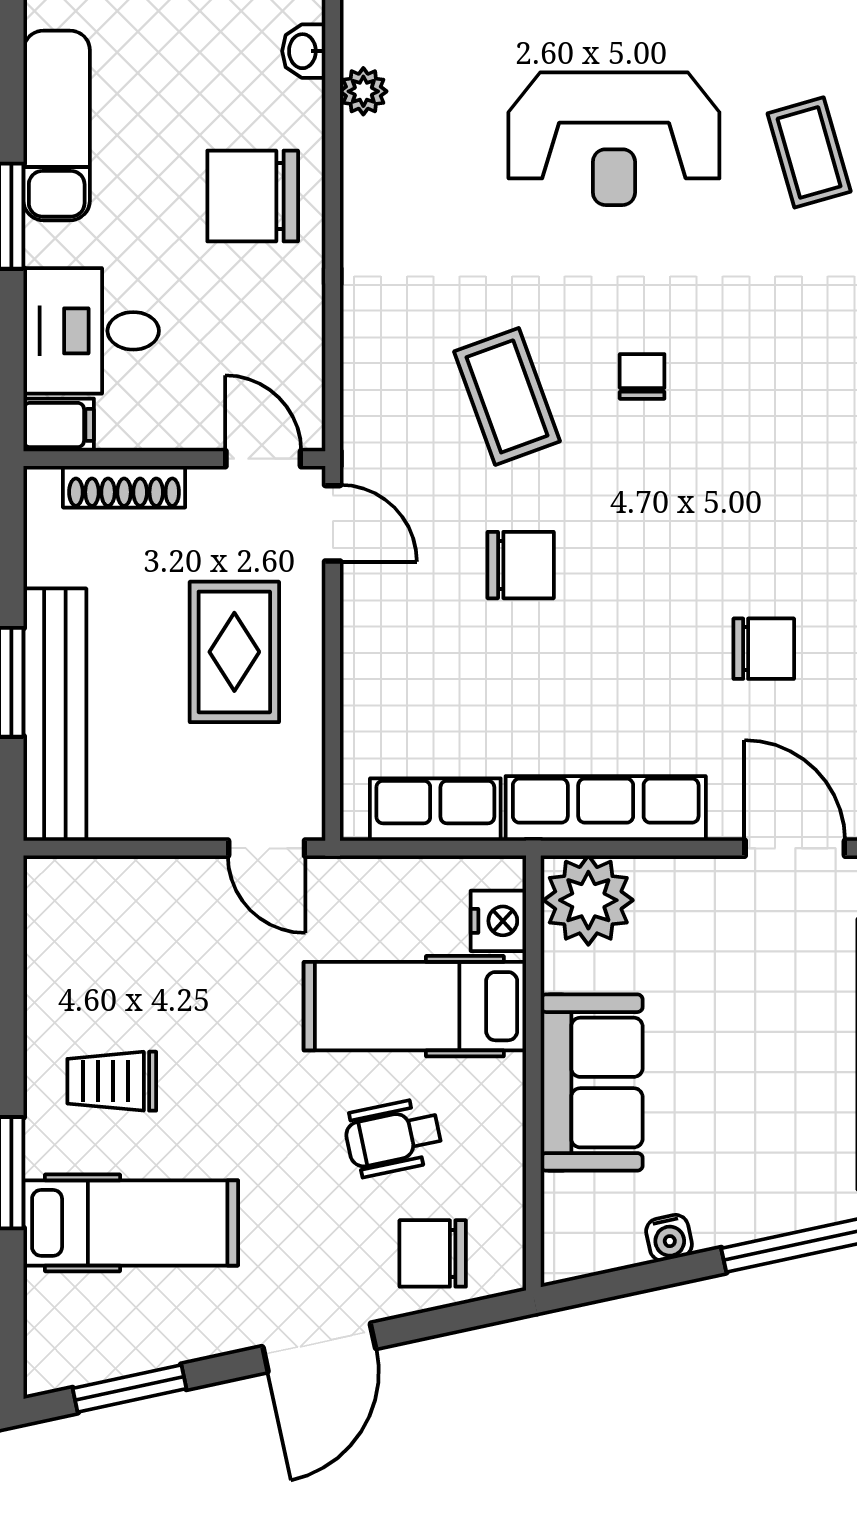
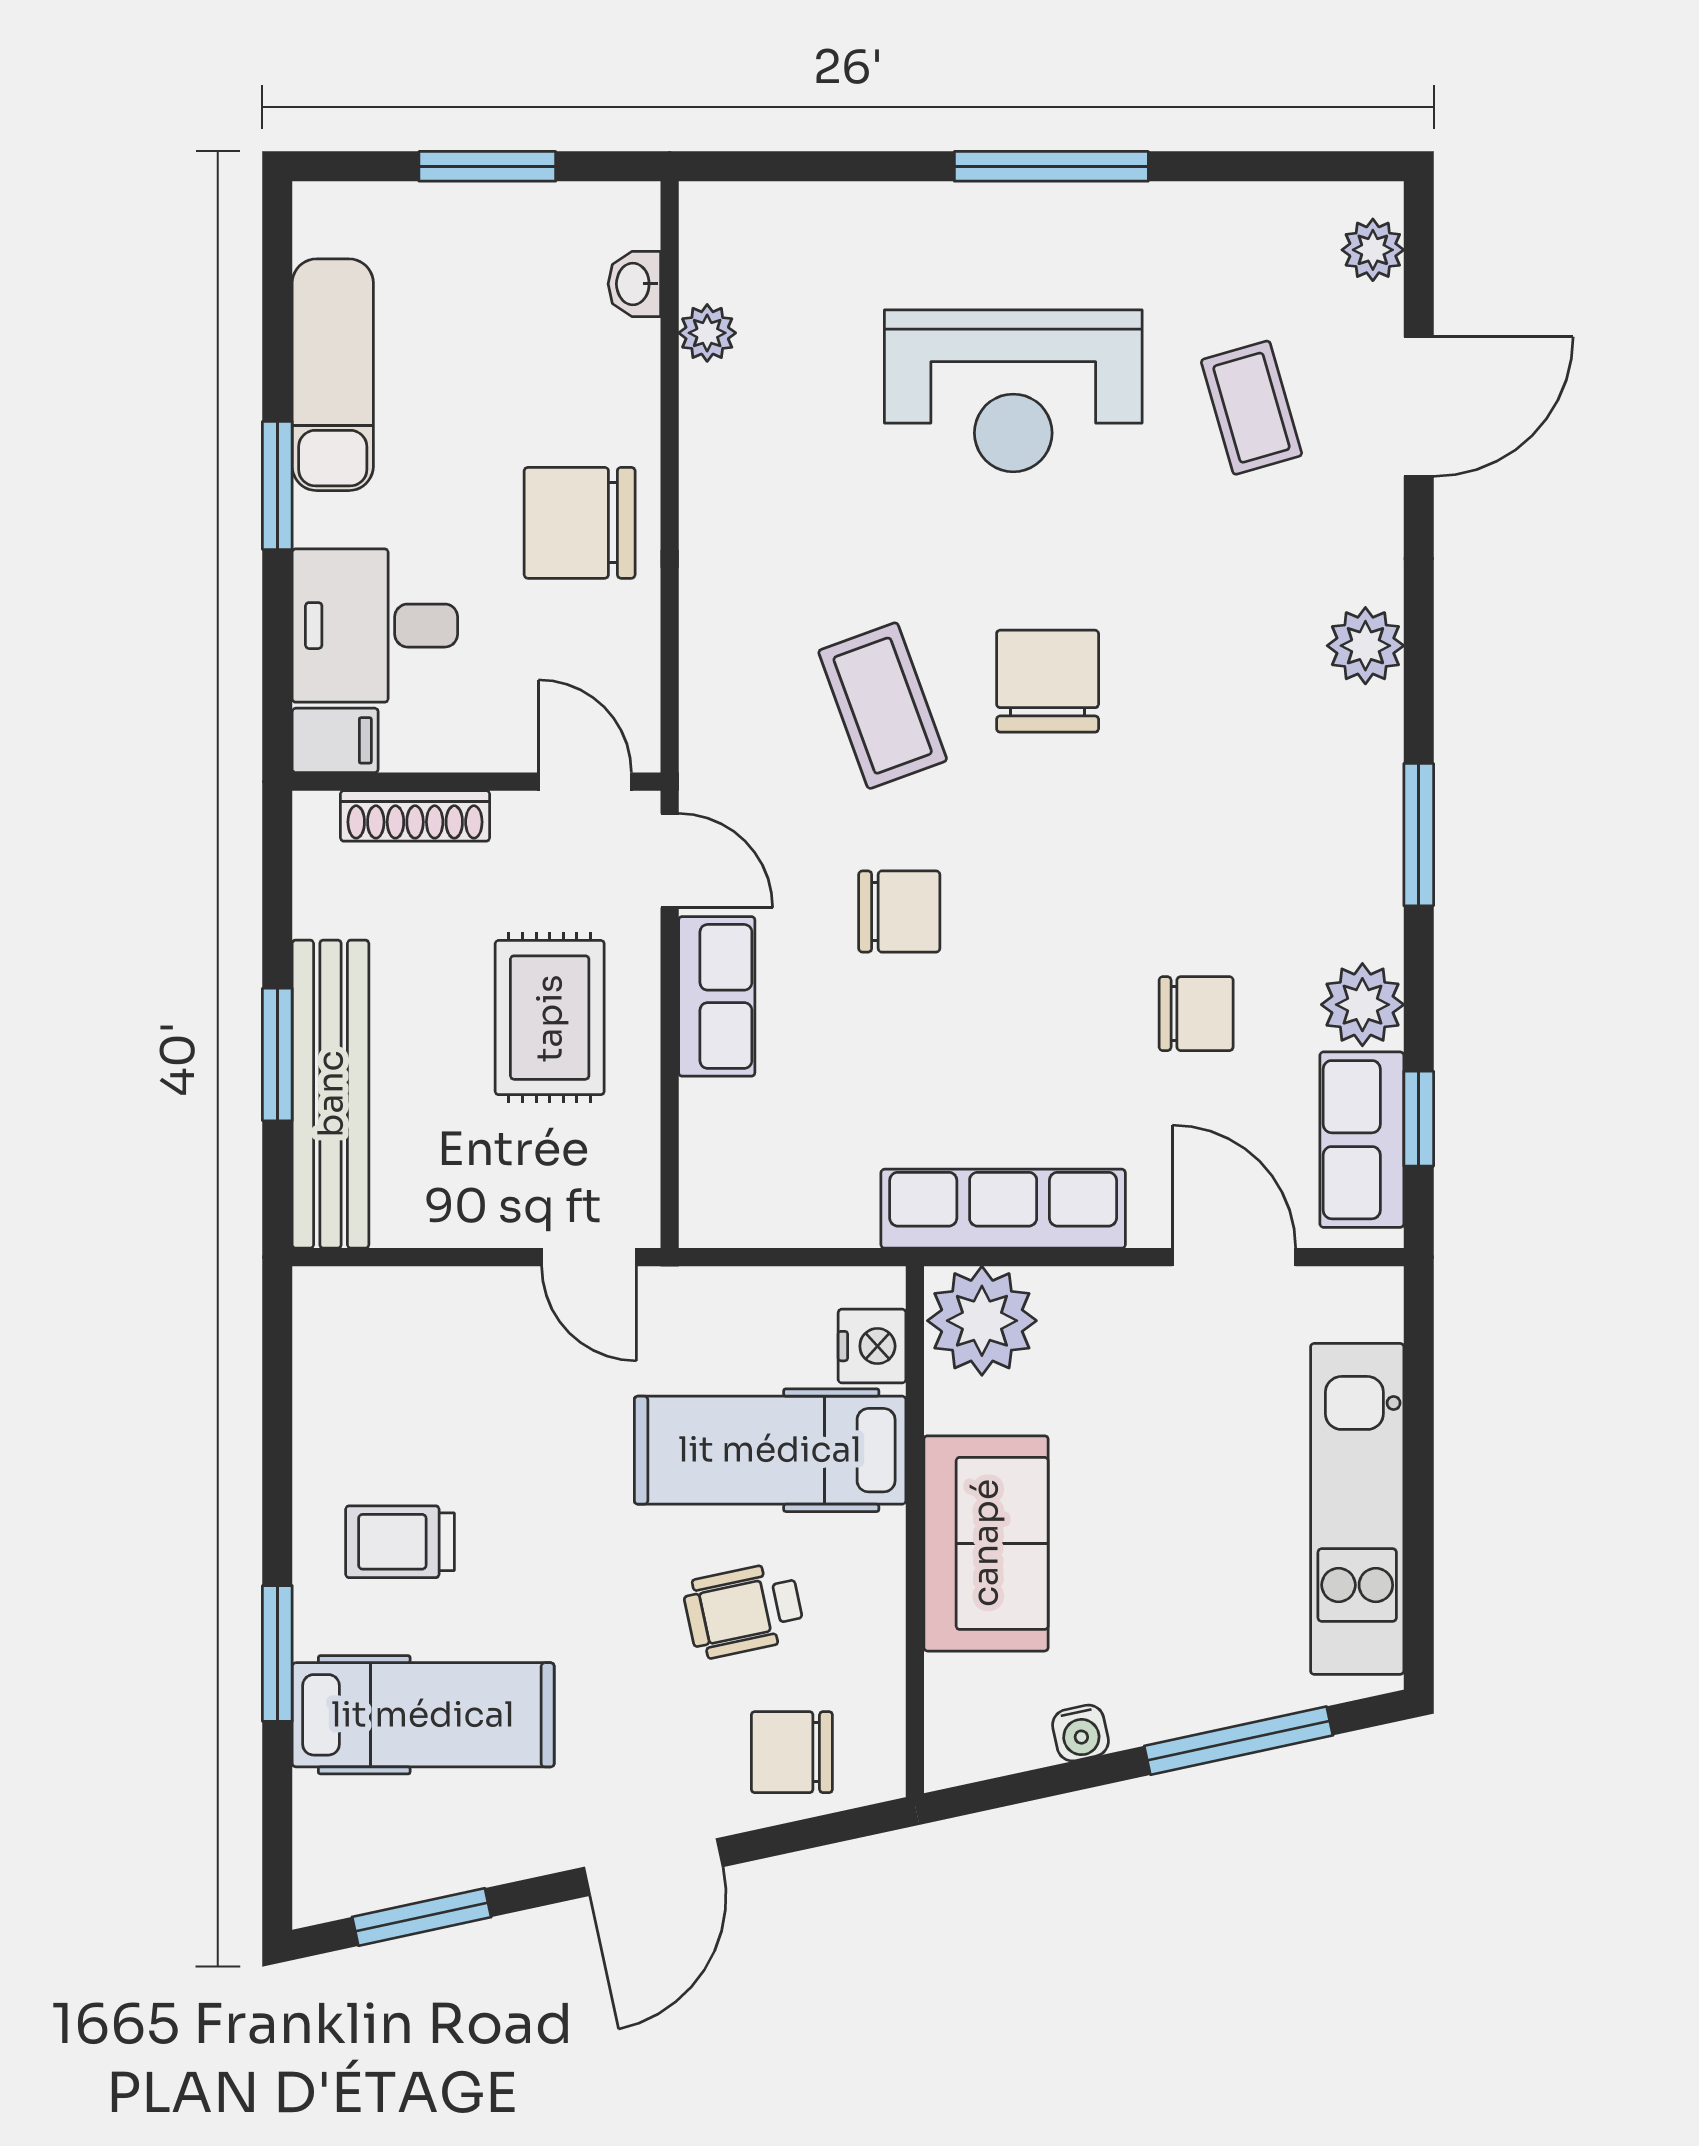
chair: (253, 196) -> (580, 523), moved
chair: (642, 376) -> (1048, 681), width x1.87, depth x1.87
row of seats: (435, 810) -> (717, 996), moved, turned 90

